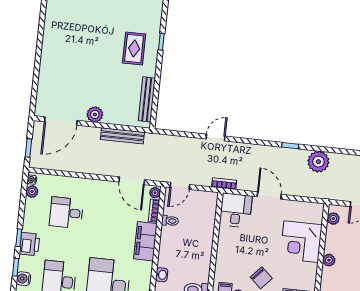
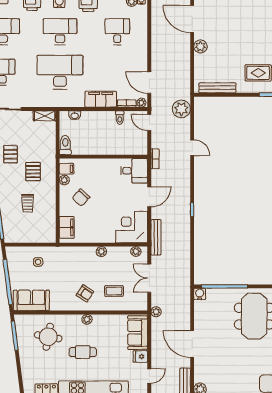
bench: (122, 136) -> (156, 237), moved
plant: (318, 162) -> (181, 109), moved
door: (132, 181) -> (149, 83), hinge flipped
corner desk: (301, 242) -> (132, 227), moved

